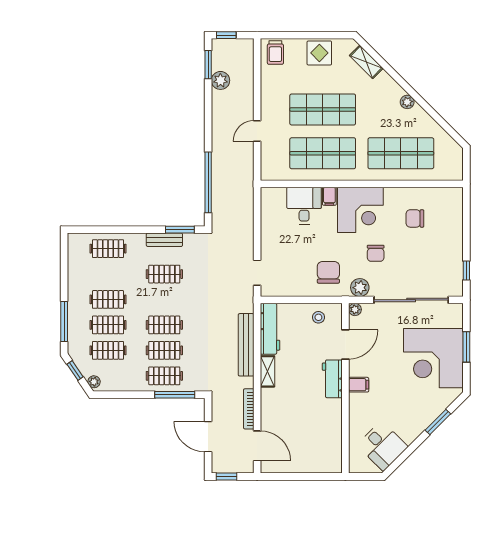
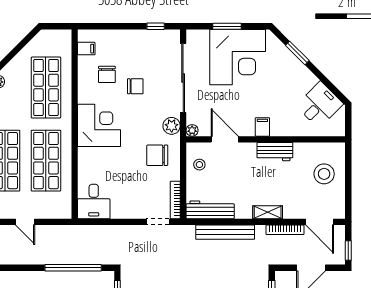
filing cabinet: (329, 196) -> (86, 49), moved
desk: (304, 206) -> (94, 202), moved, turned -90
chair: (376, 253) -> (135, 86), moved
bookcase: (281, 292) -> (175, 200), added
shelving: (267, 371) -> (268, 212), moved
workbench: (332, 379) -> (275, 152), moved
door: (257, 446) -> (320, 222), swing flipped
stool: (308, 451) -> (324, 174), added

